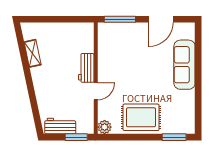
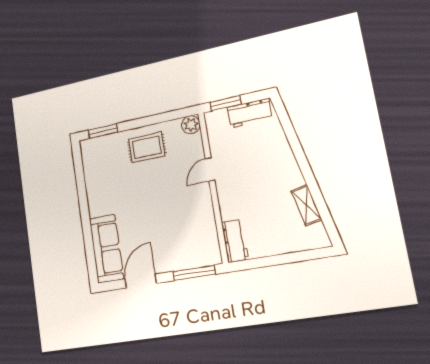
sofa: (184, 65) -> (106, 249), moved
workbench: (86, 68) -> (235, 241), moved
rug: (141, 117) -> (147, 147), width x0.73, depth x0.70

